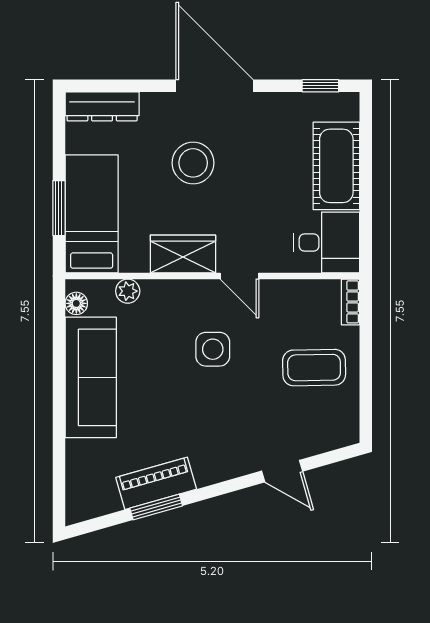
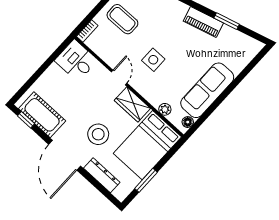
dresser: (102, 106) -> (102, 175), moved
cot: (336, 166) -> (42, 115), moved, turned 90
window: (59, 208) -> (146, 180), moved
bed: (92, 214) -> (147, 145), width x1.50
piano: (156, 483) -> (203, 22), moved

